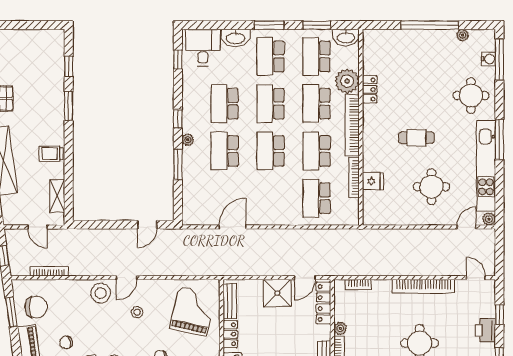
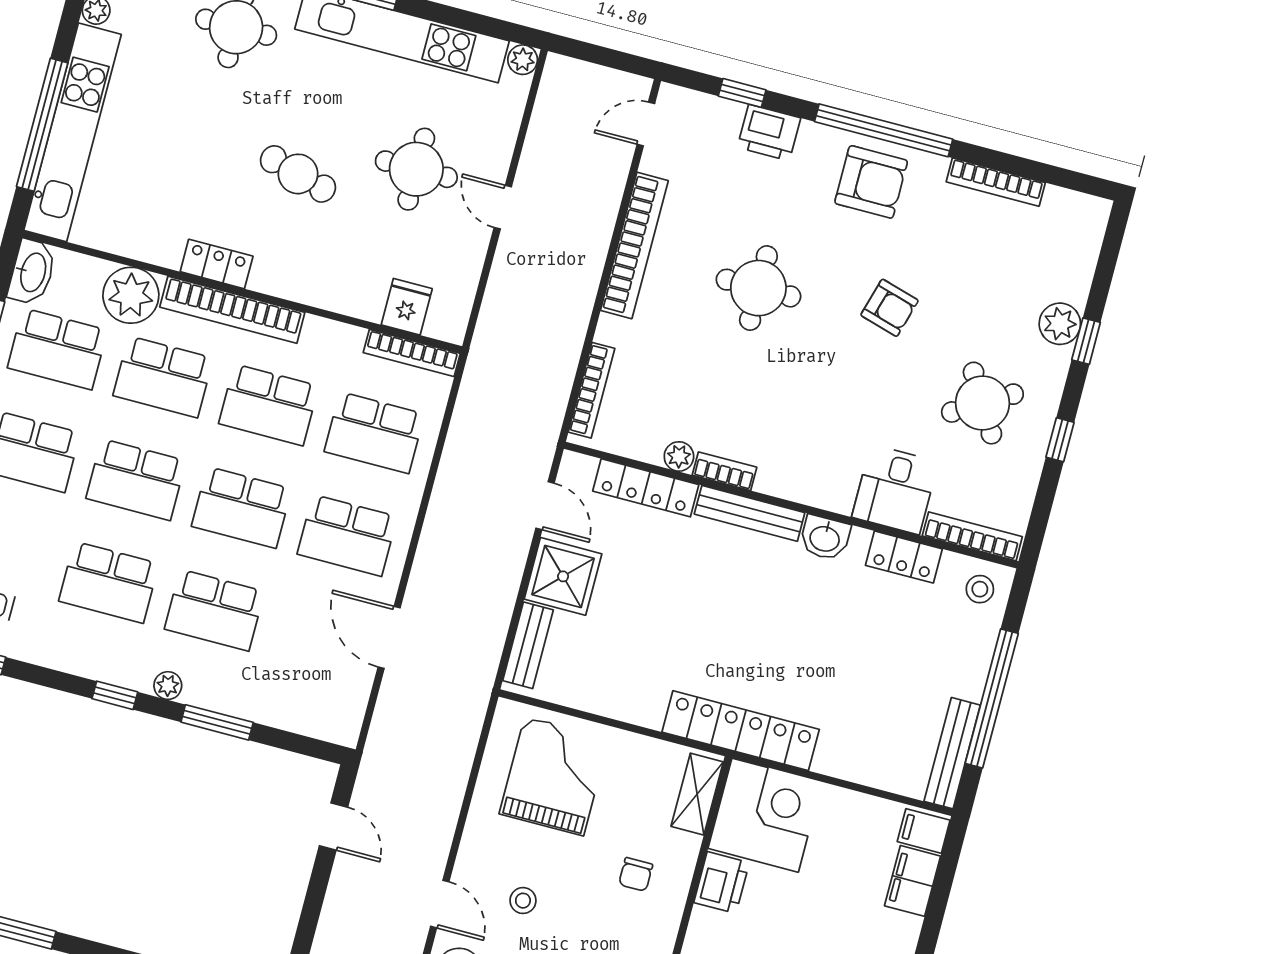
window: (430, 25) -> (42, 125), moved
kitchen unit: (409, 39) -> (73, 132), added
locker: (370, 89) -> (217, 264), moved
cafe table: (416, 138) -> (298, 174), turned -74
bookcase: (354, 178) -> (412, 353), moved
fridge: (373, 181) -> (407, 307), moved
school desk: (271, 198) -> (347, 535), added
door: (466, 227) -> (503, 207), moved
bookcase: (358, 284) -> (592, 390), width x1.56
bench: (230, 301) -> (528, 645), moved, turned 90
locker: (323, 303) -> (646, 488), moved
grand piano: (193, 311) -> (554, 776), turned 77
locker: (230, 334) -> (627, 706), removed

